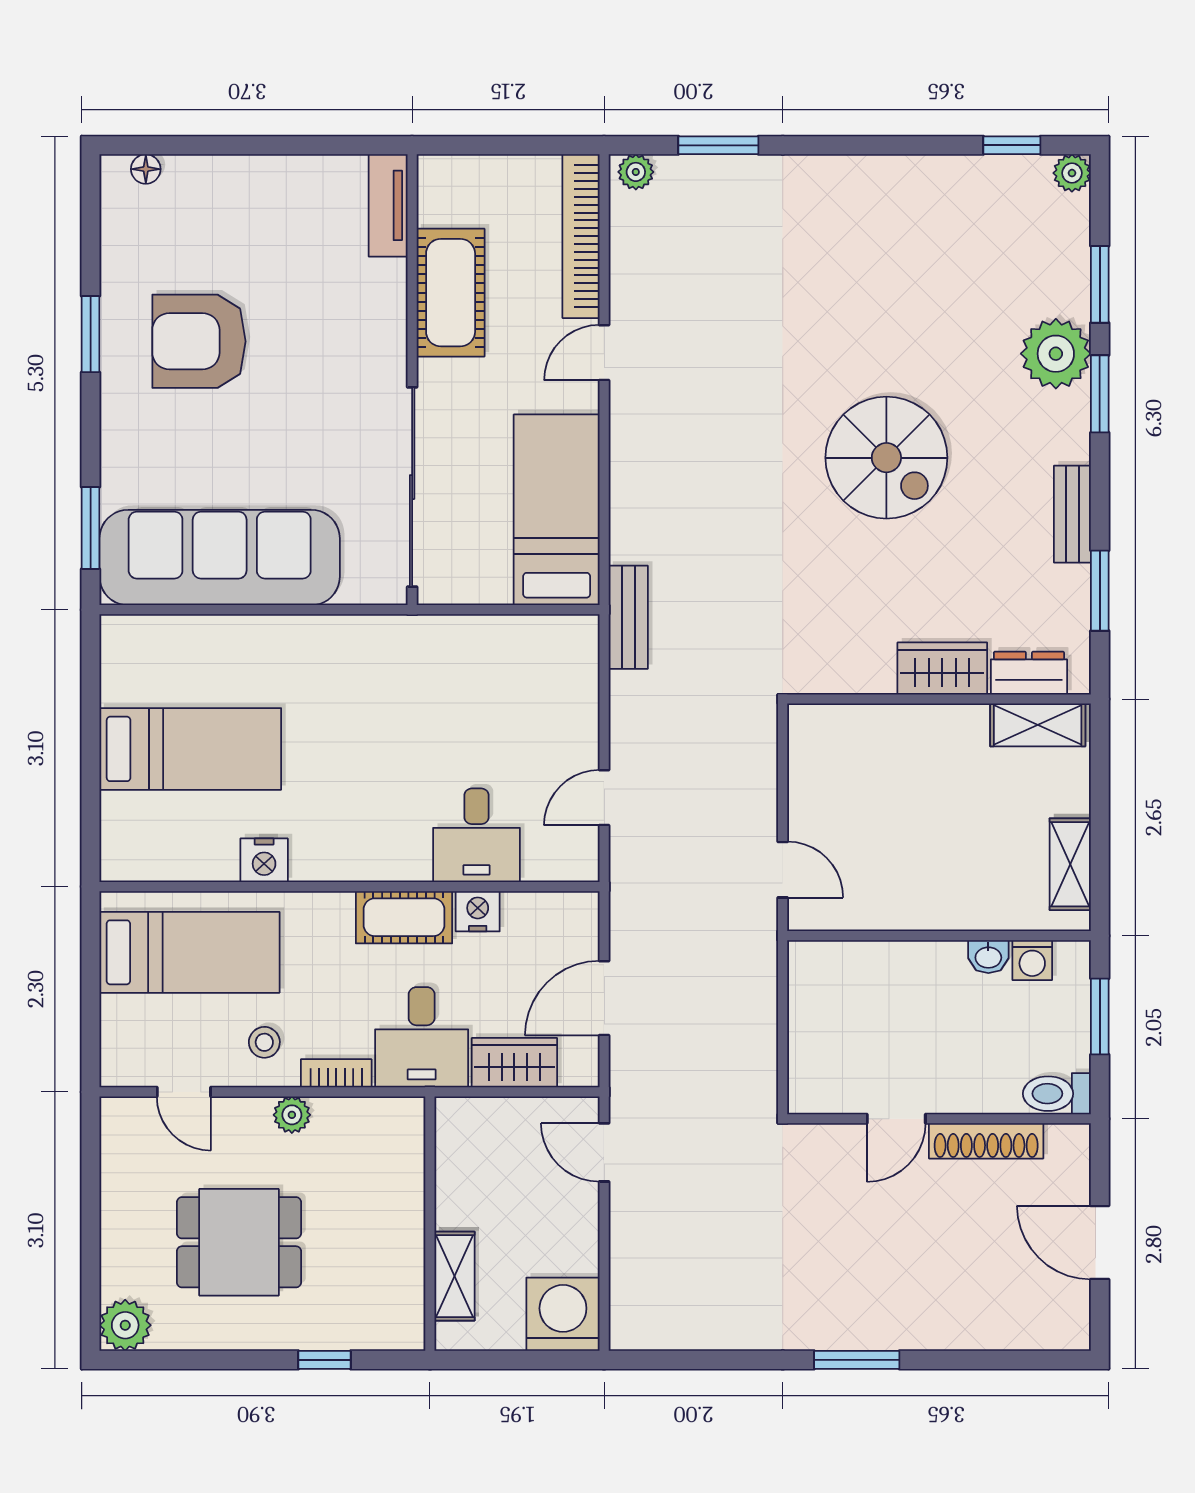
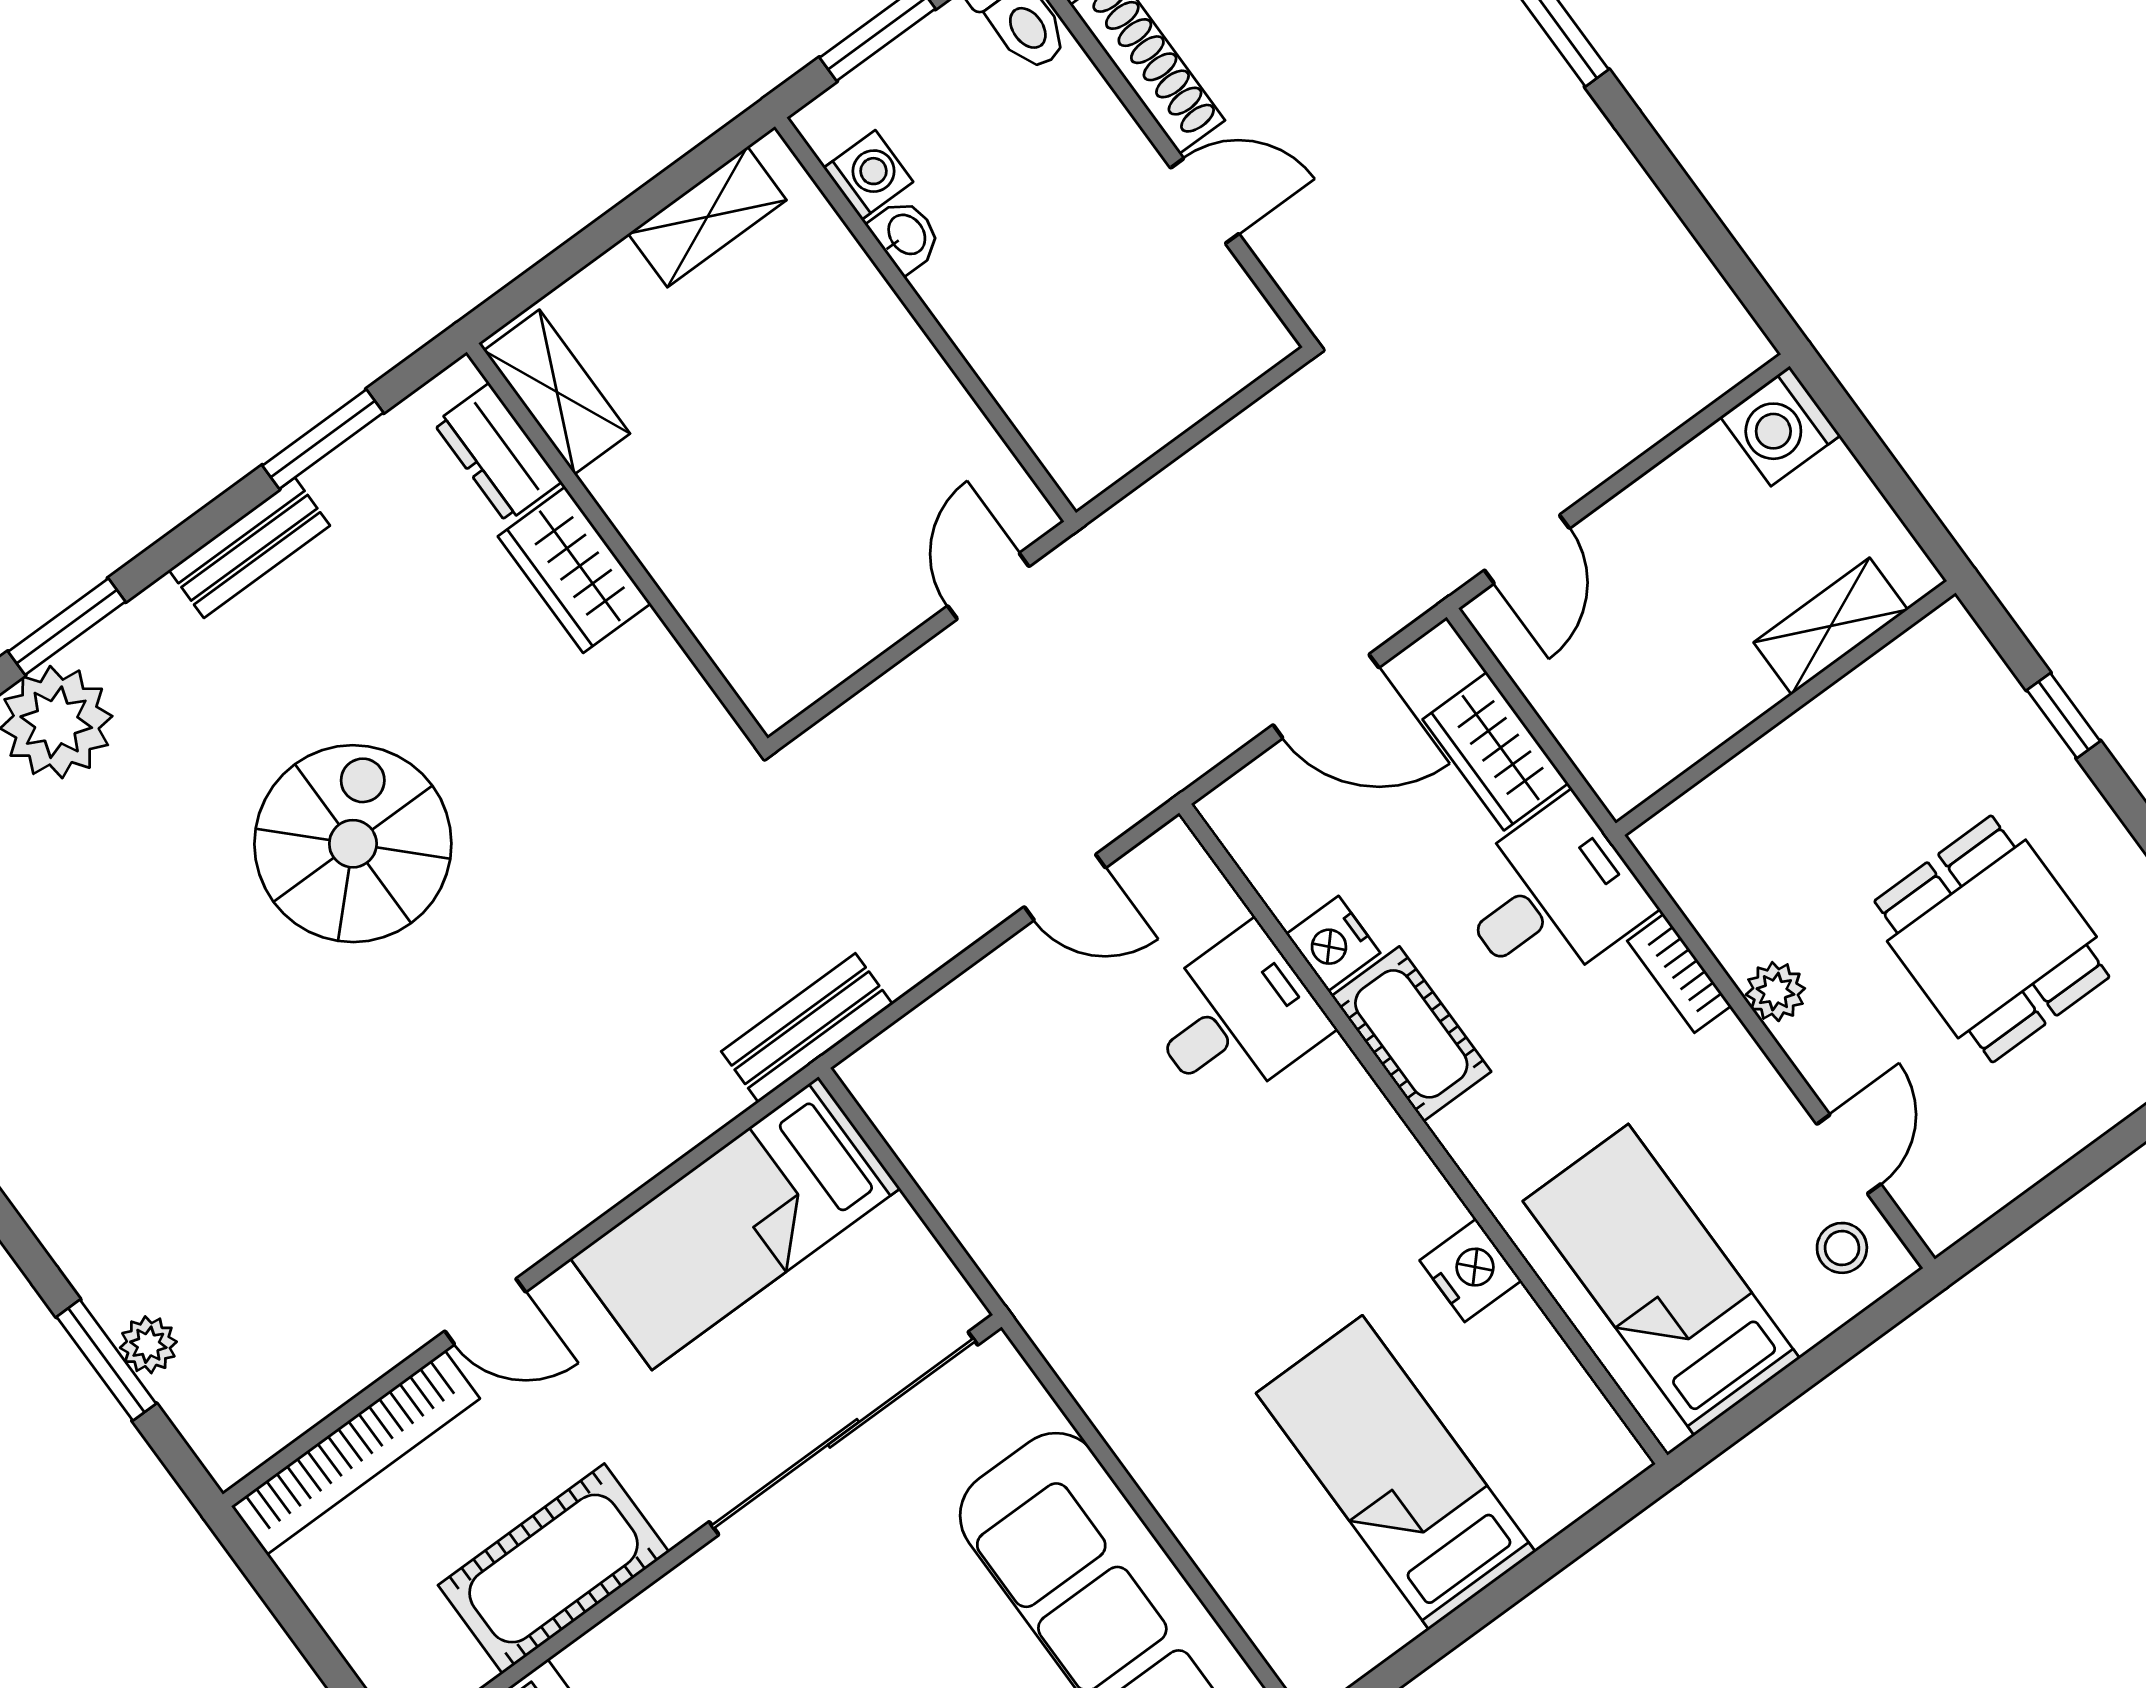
plant: (636, 172) -> (148, 1345), moved
stool: (264, 1042) -> (1842, 1248), moved
washing machine: (563, 1314) -> (1780, 426), width x0.73, depth x0.73

